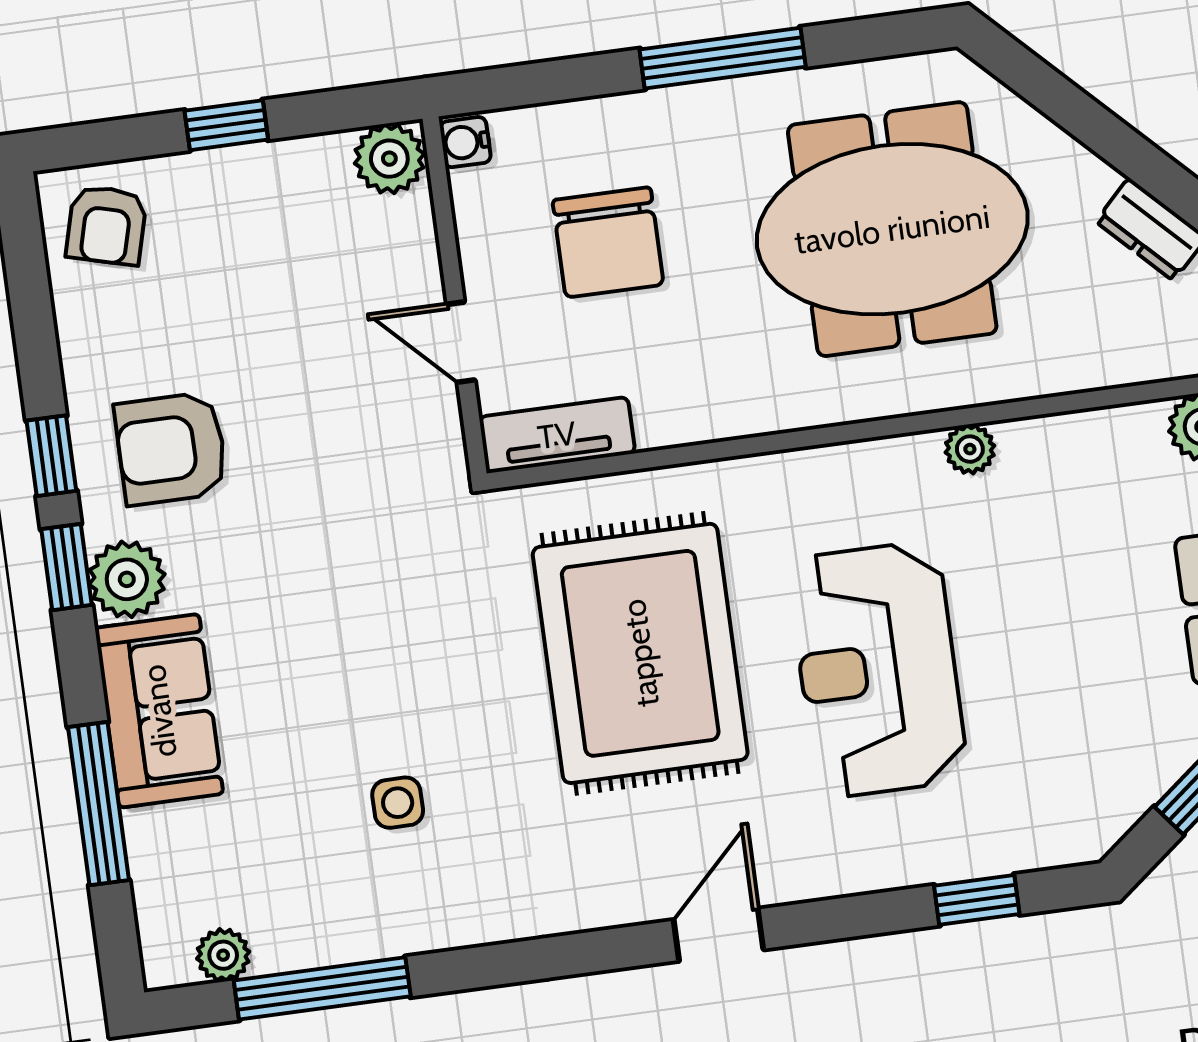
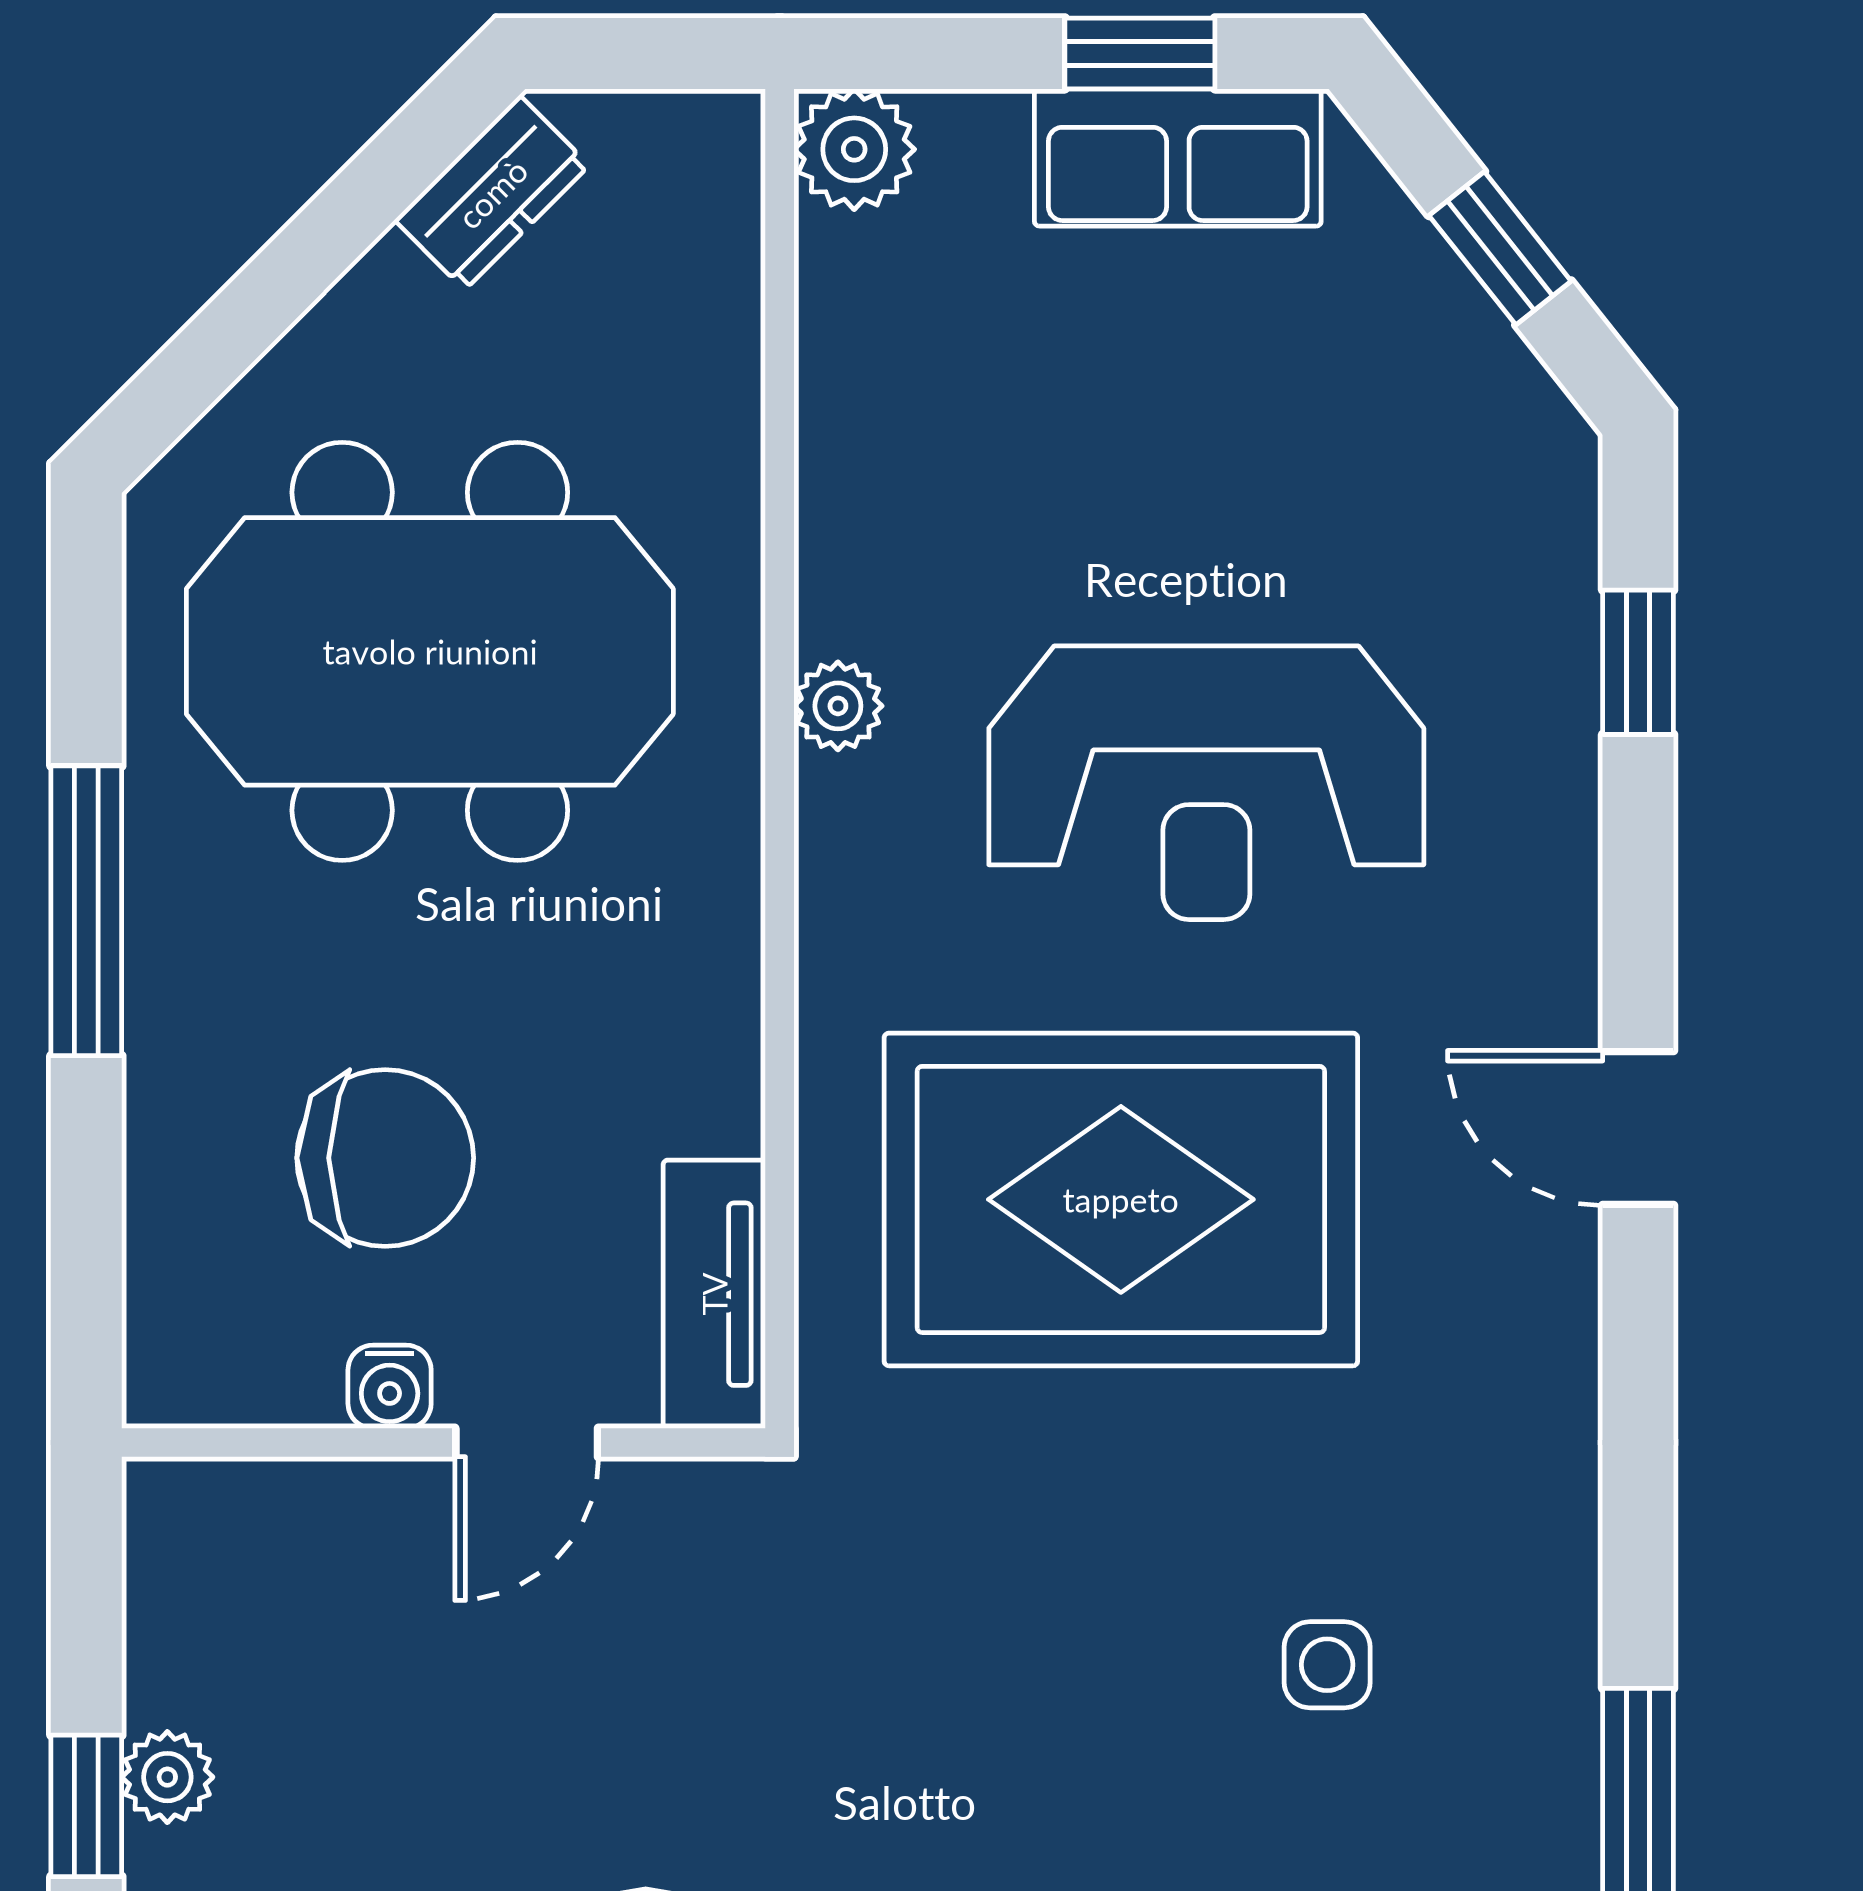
water cooler: (465, 142) -> (390, 1387), moved
plant: (389, 159) -> (167, 1777), moved, width x0.73, depth x0.73
meeting table: (892, 229) -> (430, 651), turned 90
plant: (970, 449) -> (838, 706), moved

